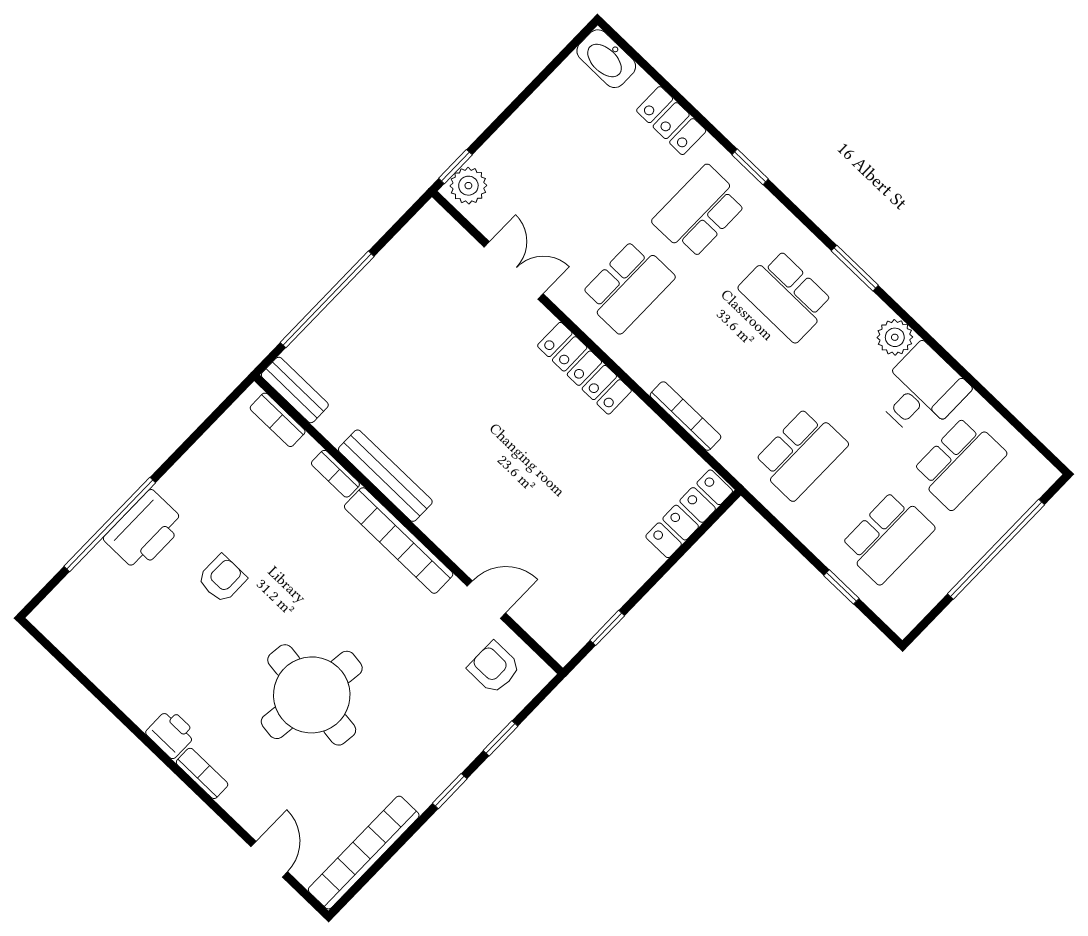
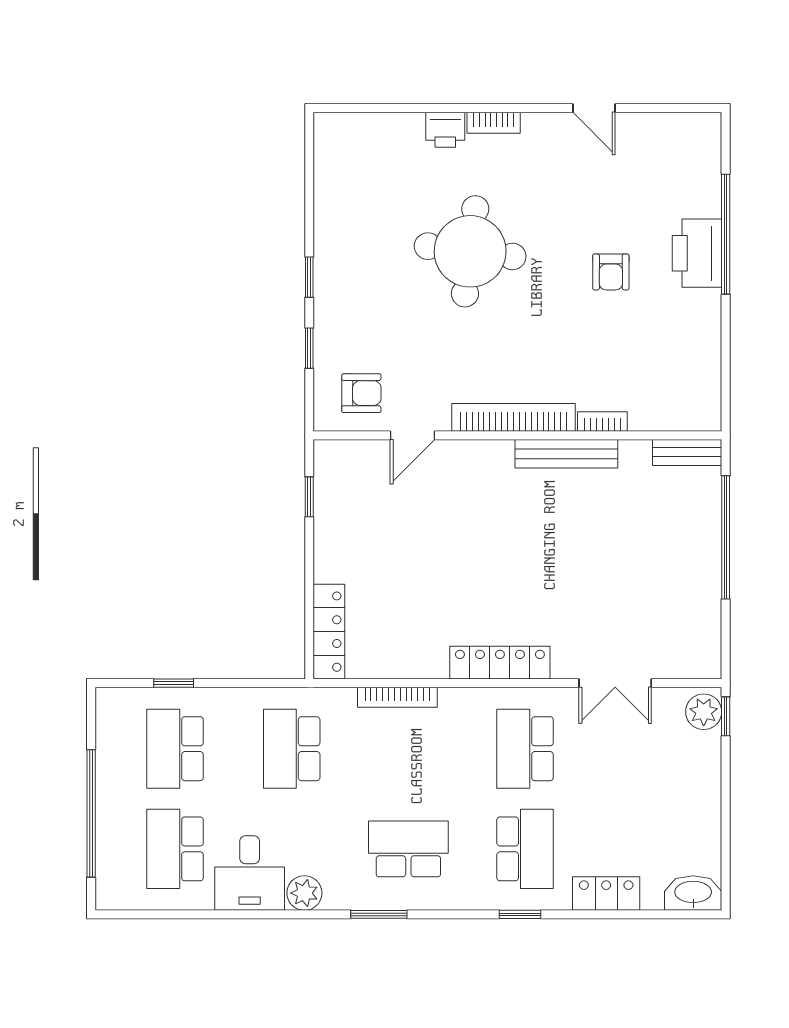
bookcase: (278, 420) -> (679, 420), removed
printer: (171, 733) -> (445, 130), moved
bookcase: (364, 853) -> (328, 176), removed
door: (269, 859) -> (594, 108), moved

